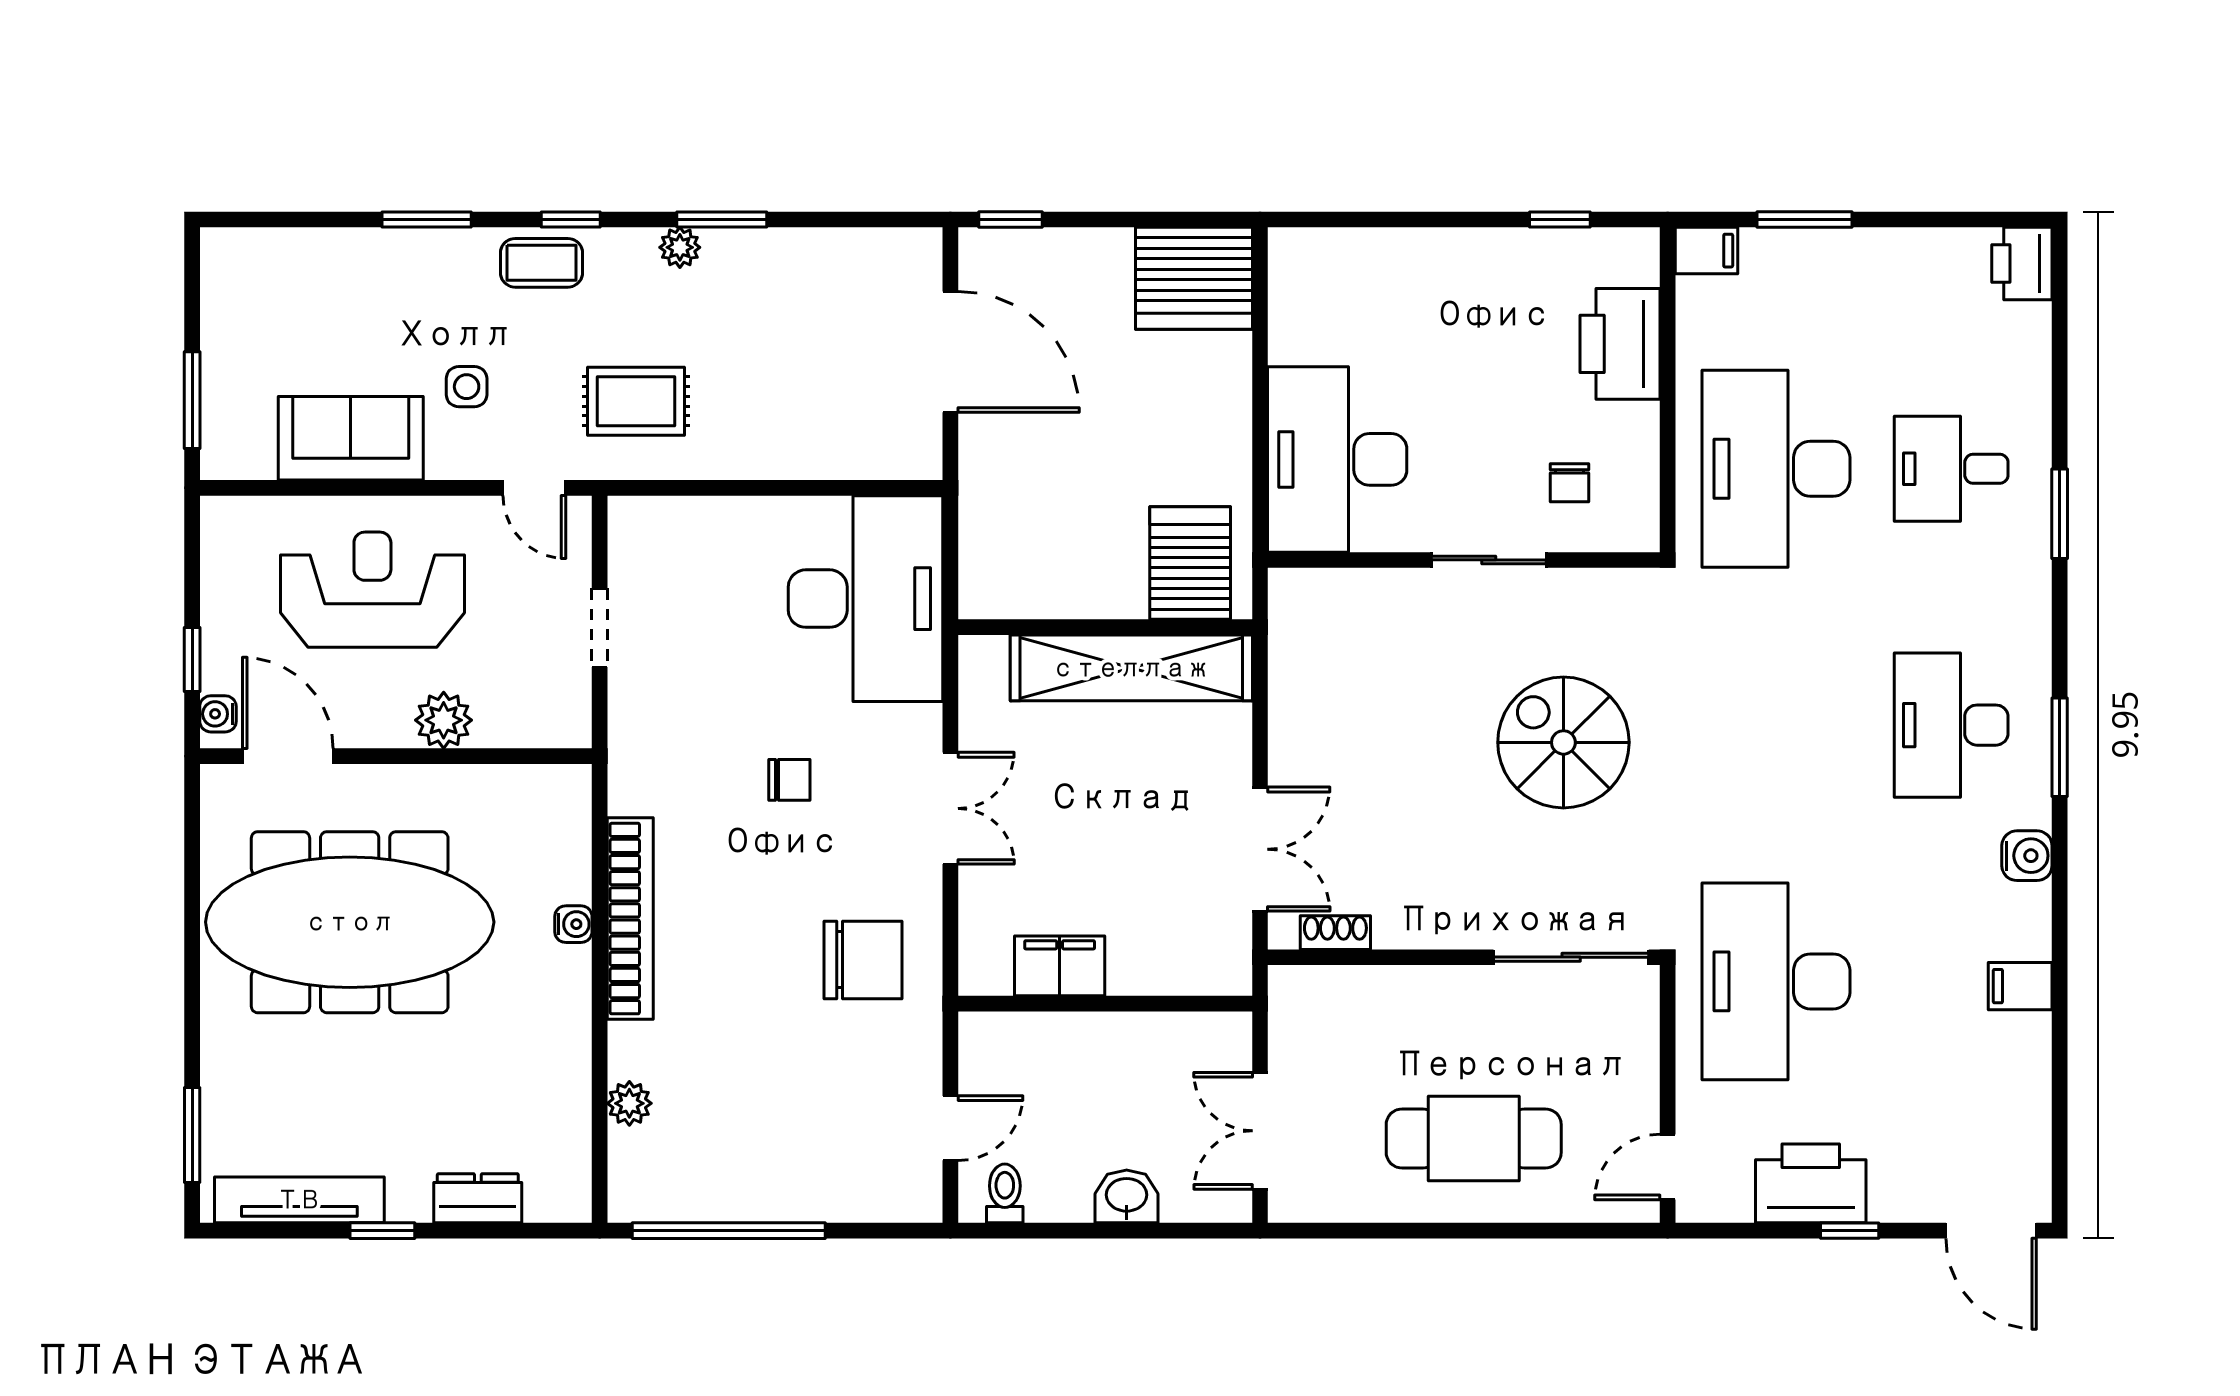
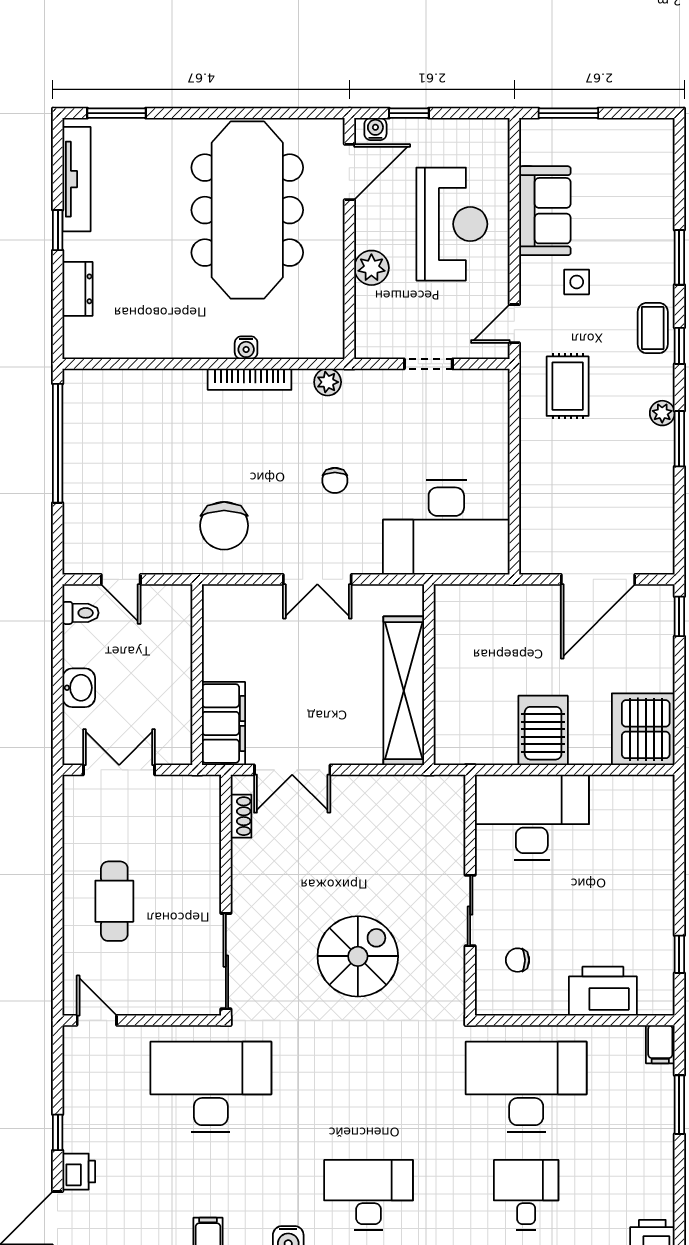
server rack: (1190, 563) -> (543, 730), moved, turned -90
bookcase: (630, 919) -> (250, 379), width x0.68, depth x0.76
filing cabinet: (1060, 966) -> (224, 723), moved, width x1.50, depth x1.17
plant: (629, 1103) -> (328, 382), moved
cafe table: (1474, 1138) -> (114, 901), width x0.73, depth x0.74
printer: (1811, 1183) -> (79, 1172), moved, width x0.53, depth x0.68

